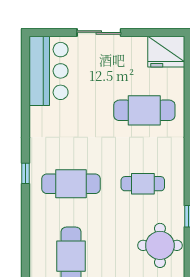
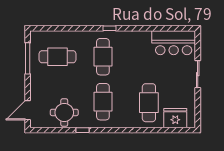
fridge: (166, 52) -> (175, 118), moved, turned 90
cafe table: (143, 184) -> (103, 102), width x1.37, depth x1.35

